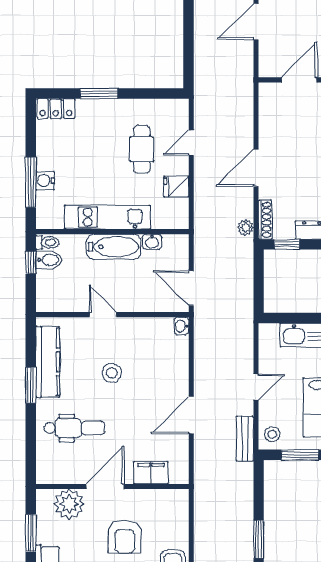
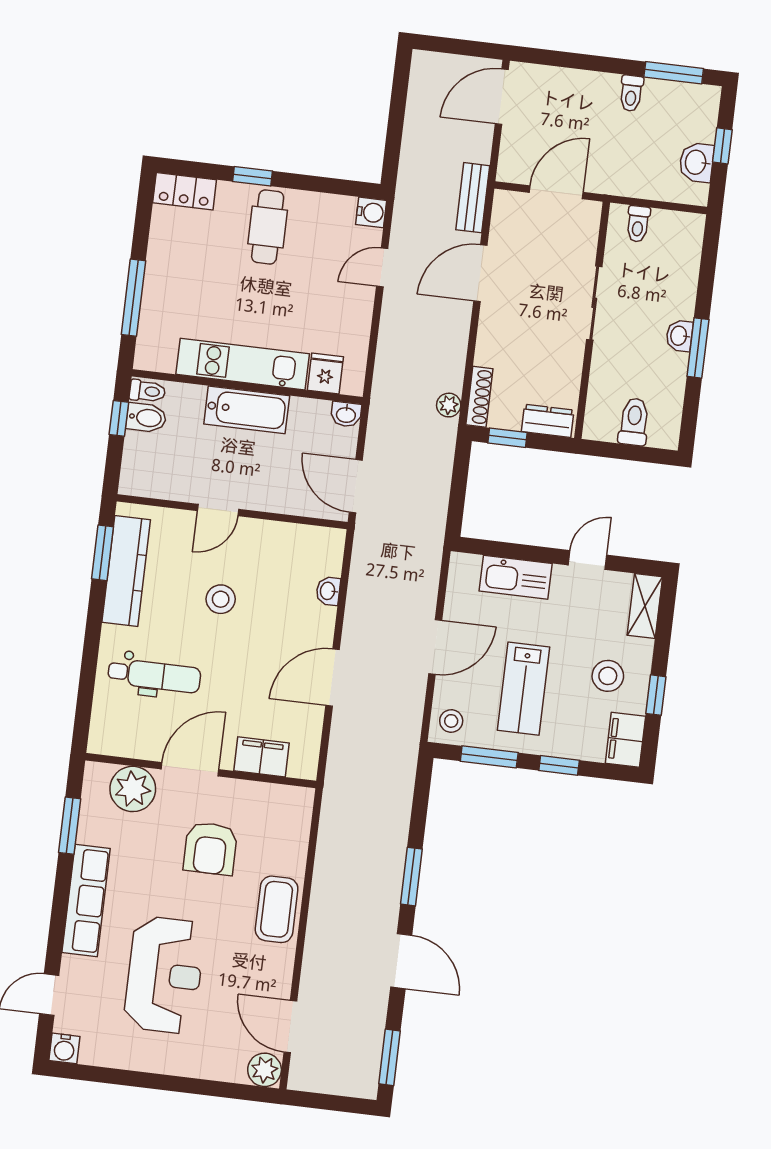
window: (99, 93) -> (252, 176), width x0.67
cafe table: (142, 149) -> (268, 227), moved
door: (256, 168) -> (480, 273), moved
water cooler: (45, 181) -> (371, 212), moved, turned 180
fridge: (176, 187) -> (325, 373), moved, turned 90
washbasin: (152, 242) -> (346, 414), moved
door: (103, 315) -> (218, 510), swing flipped
washbasin: (181, 326) -> (328, 591), moved
window: (31, 385) -> (103, 553), moved
door: (256, 387) -> (435, 647), width x1.38
bench: (245, 439) -> (473, 198), moved

